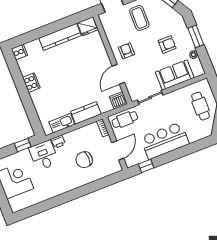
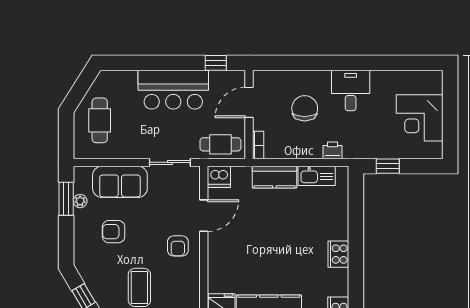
window: (196, 36) -> (66, 199), moved
desk: (44, 155) -> (351, 90), moved, turned 180
chair: (84, 160) -> (305, 108), turned -90

